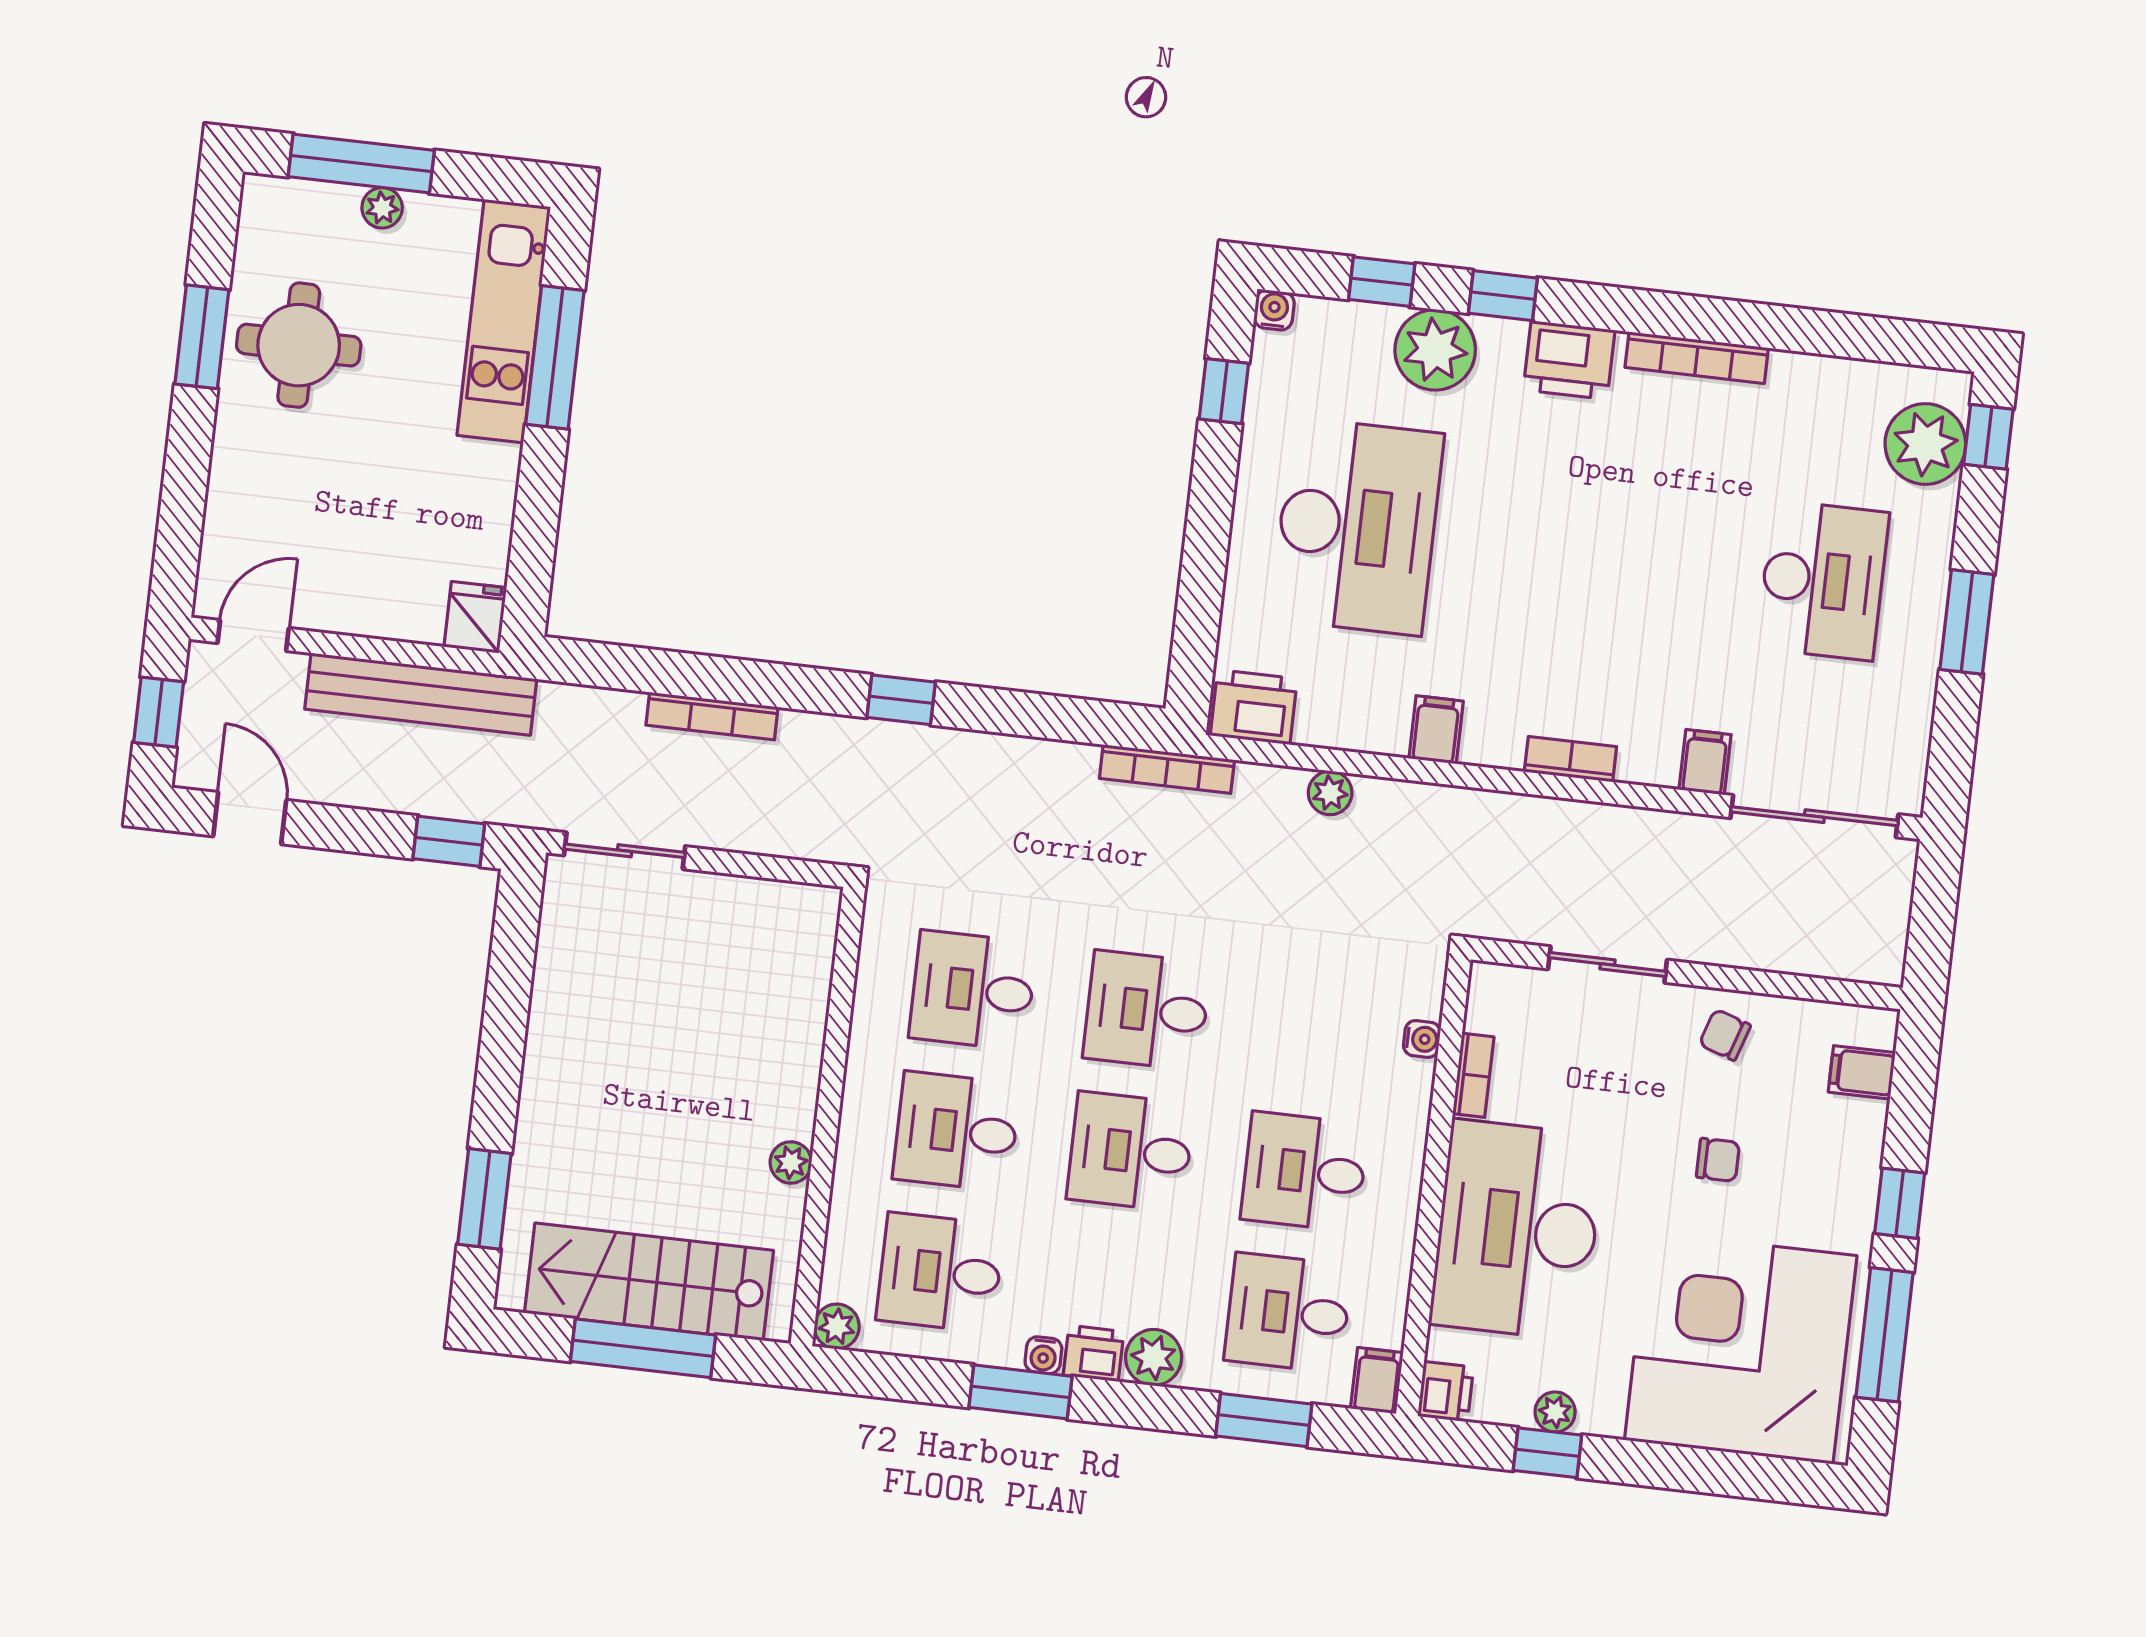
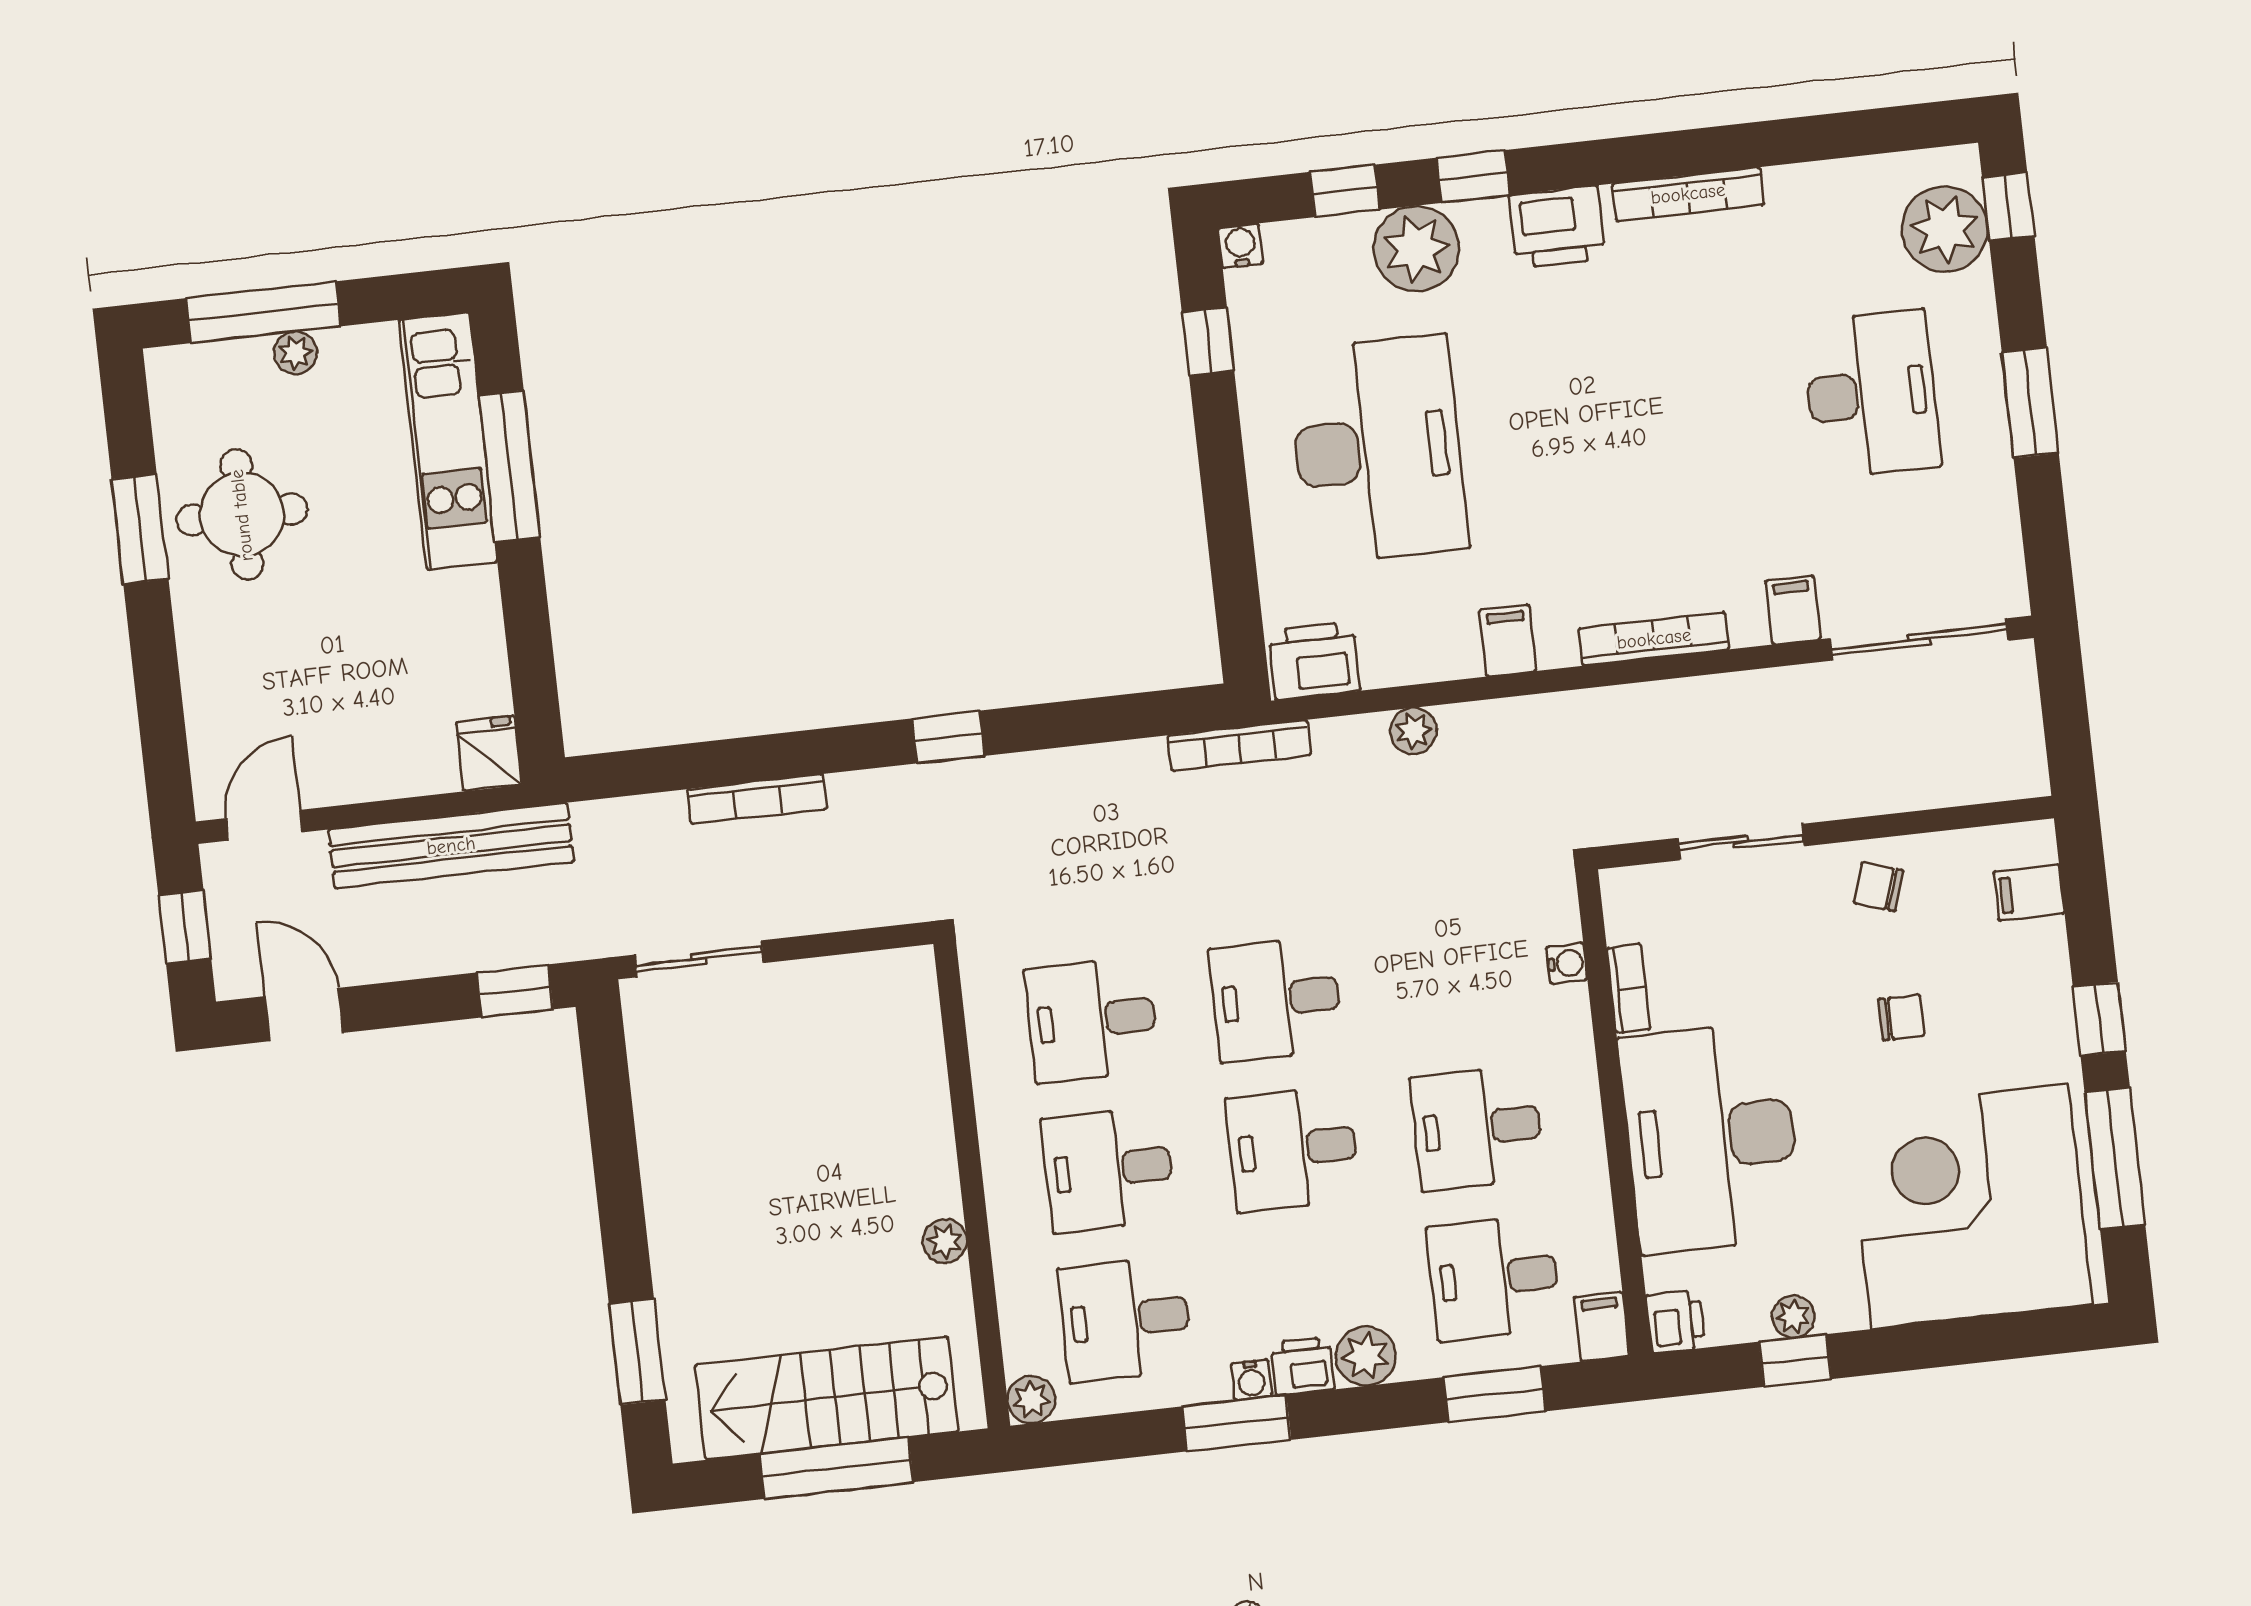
bookcase: (1570, 759) -> (1654, 639), width x1.56

